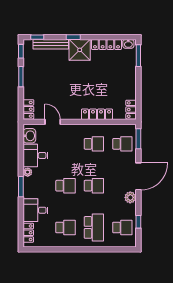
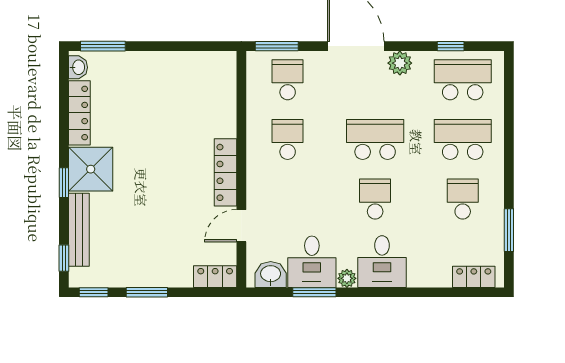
locker: (131, 110) -> (216, 62), removed
locker: (97, 114) -> (226, 172), moved
school desk: (94, 186) -> (375, 139), width x1.85
window: (21, 187) -> (314, 292), moved
desk: (36, 210) -> (382, 262), moved
school desk: (122, 227) -> (463, 80), width x1.85
window: (51, 249) -> (509, 230), added

